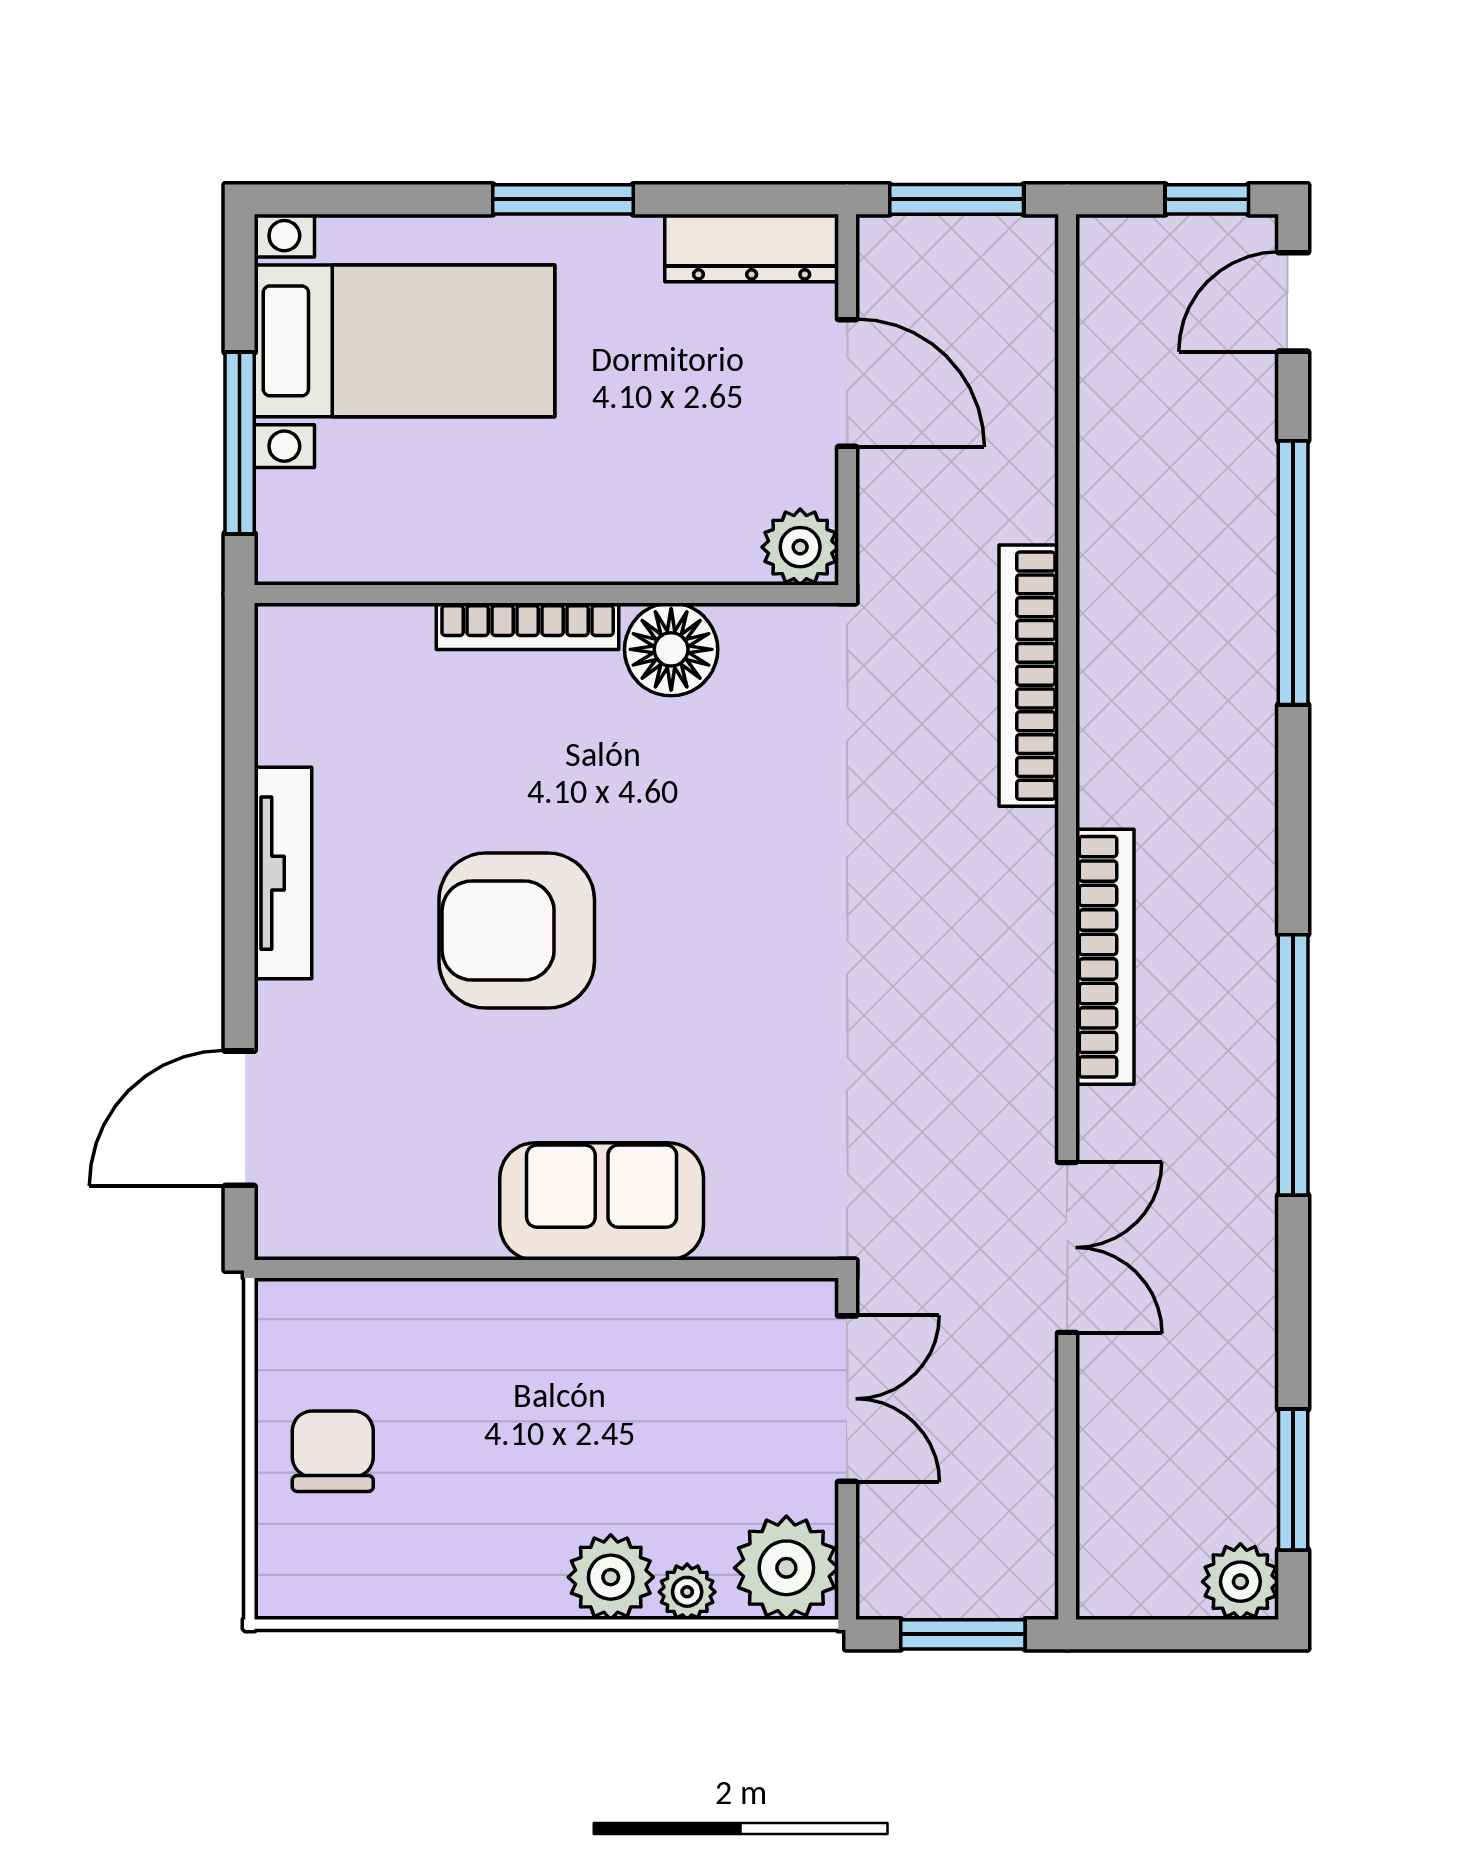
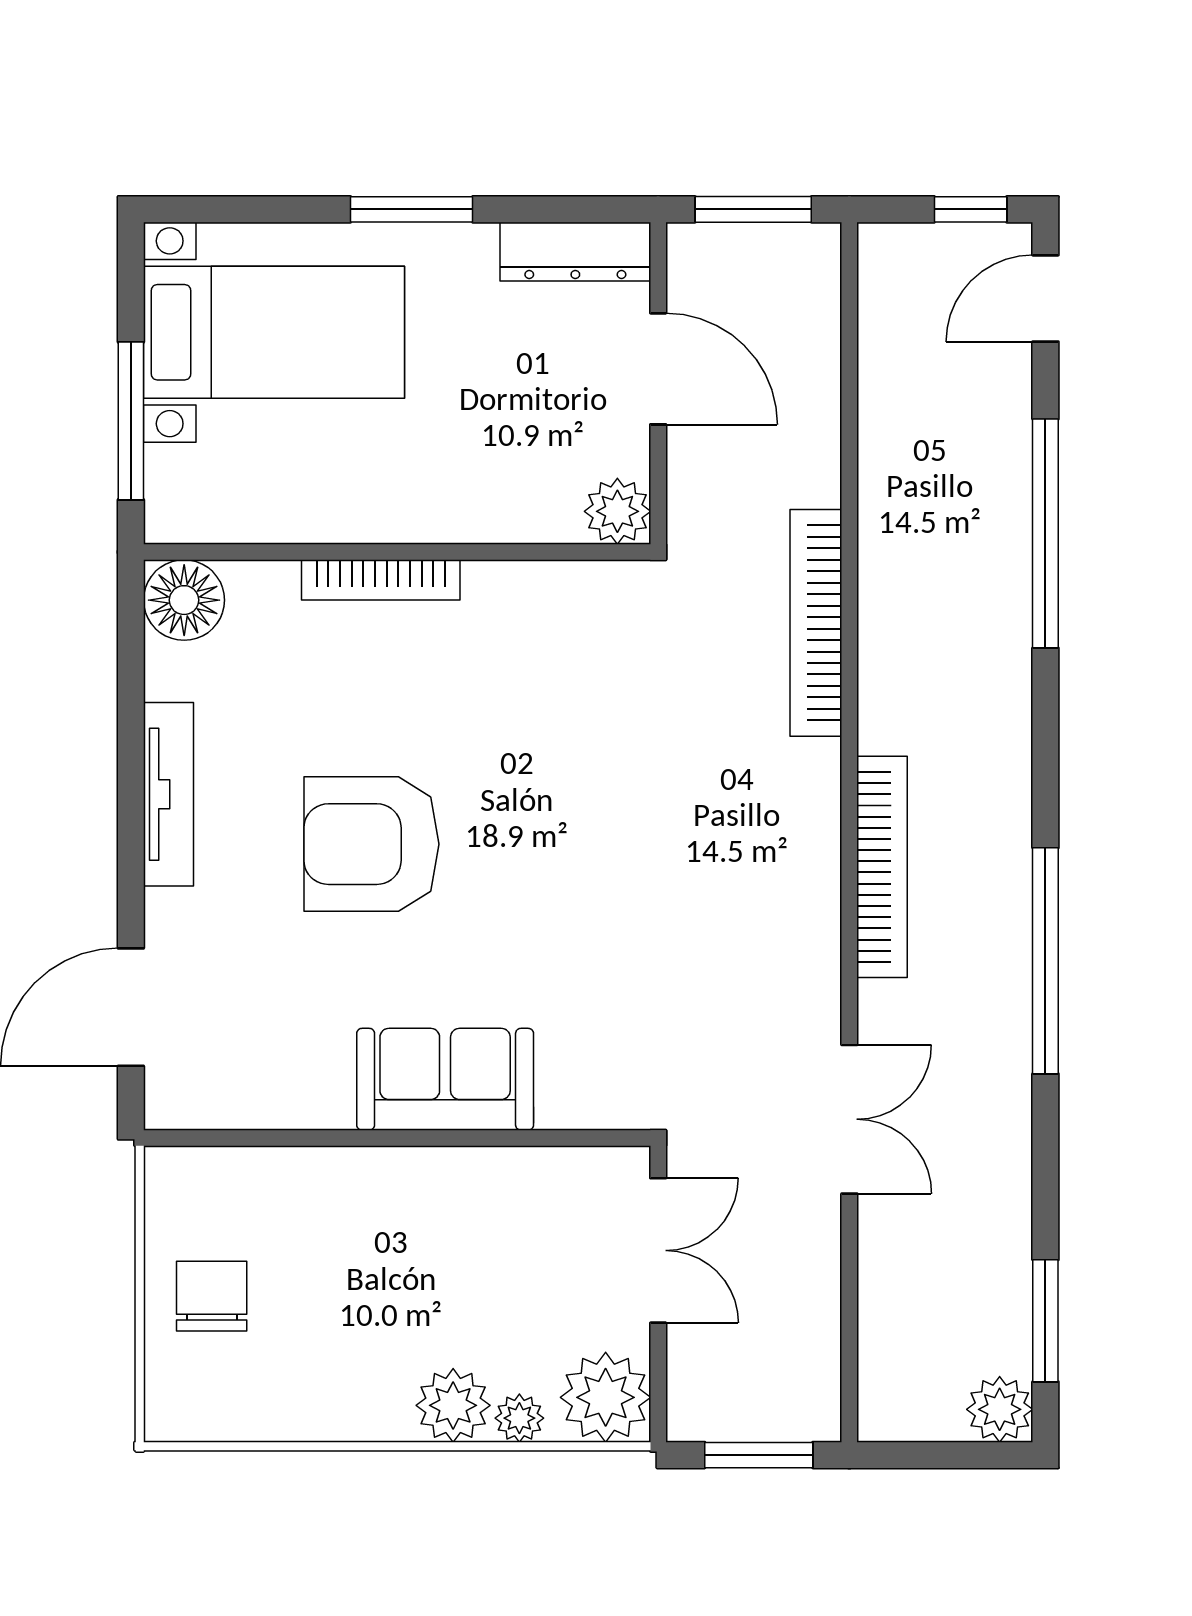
floor lamp: (671, 649) -> (184, 600), moved

